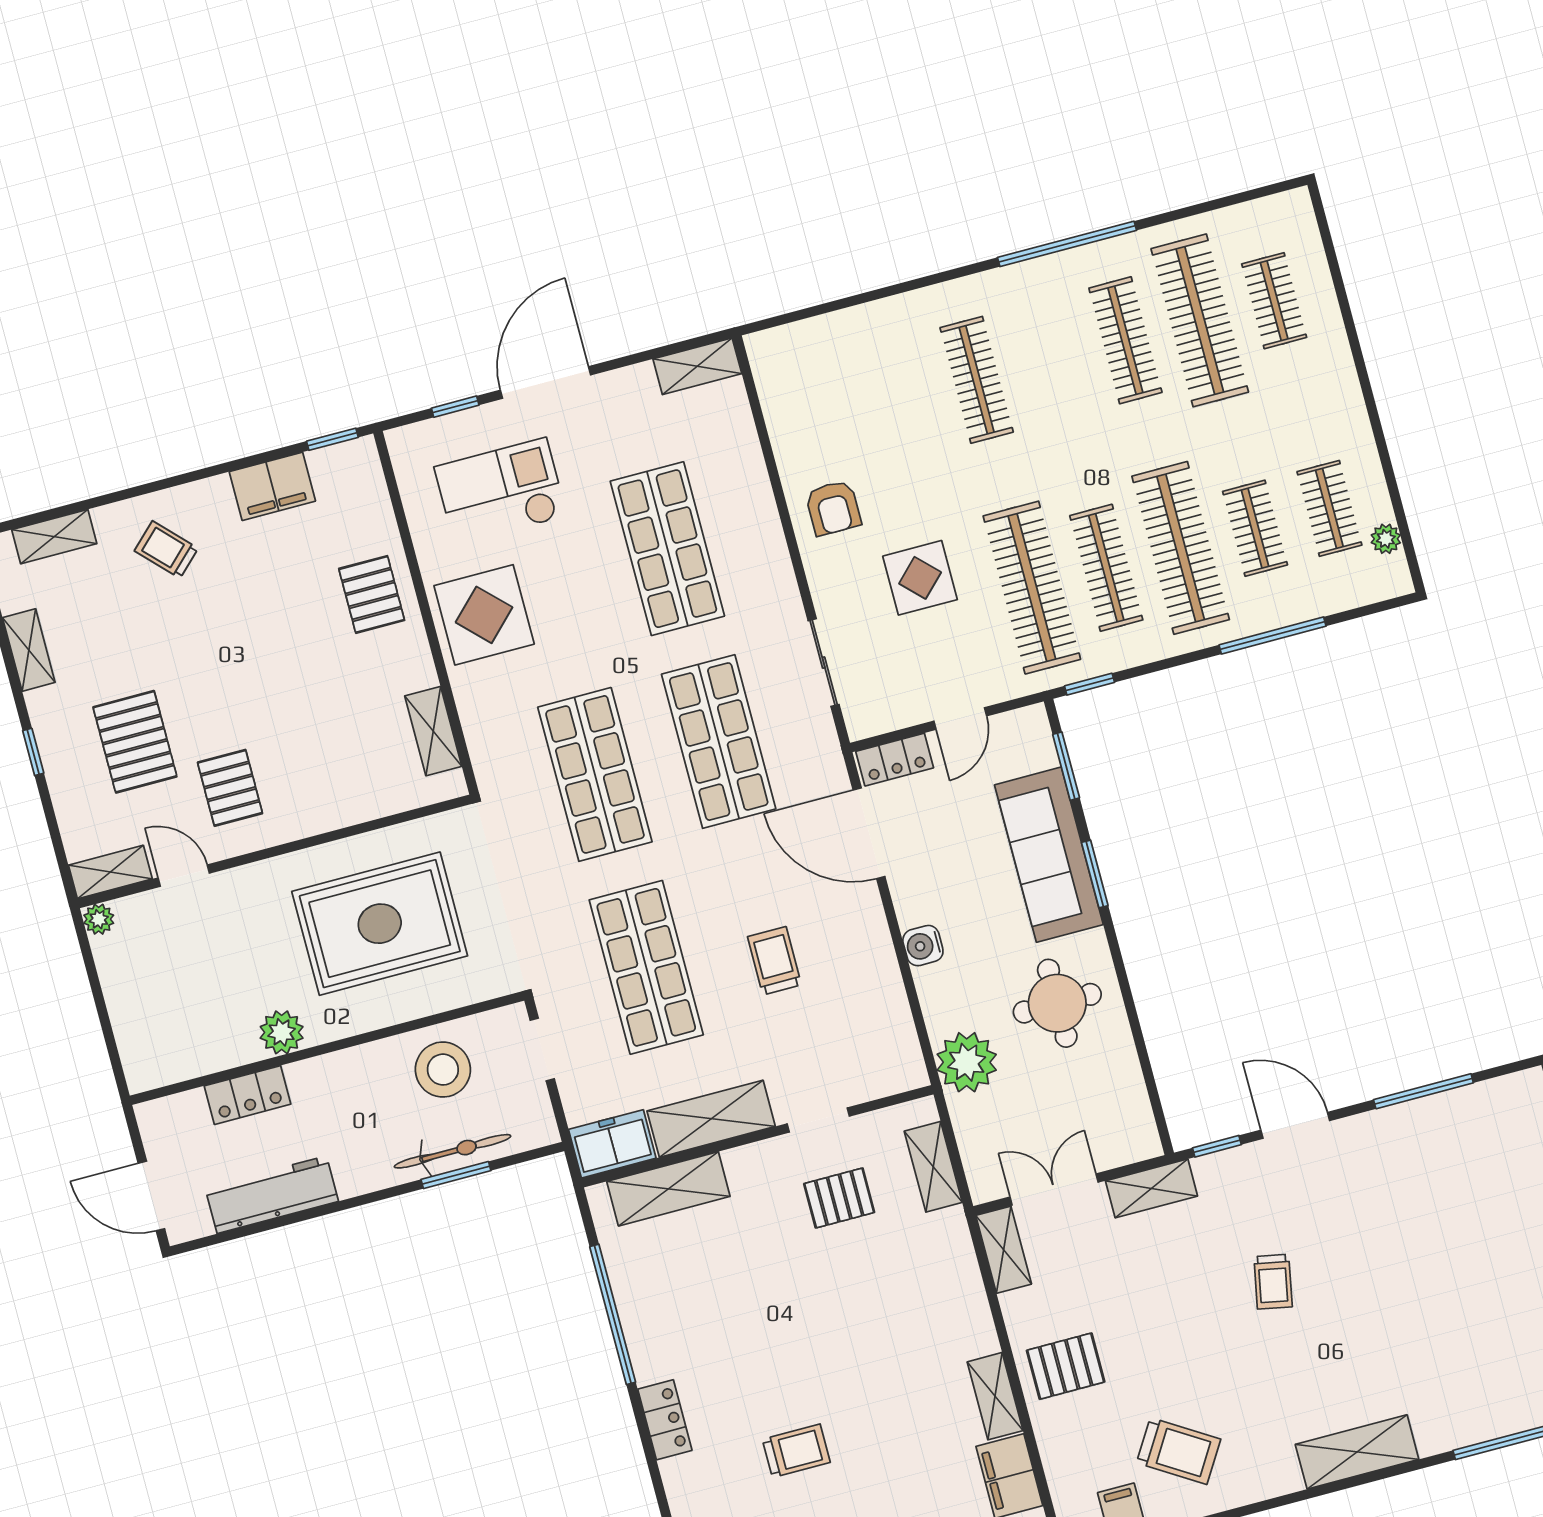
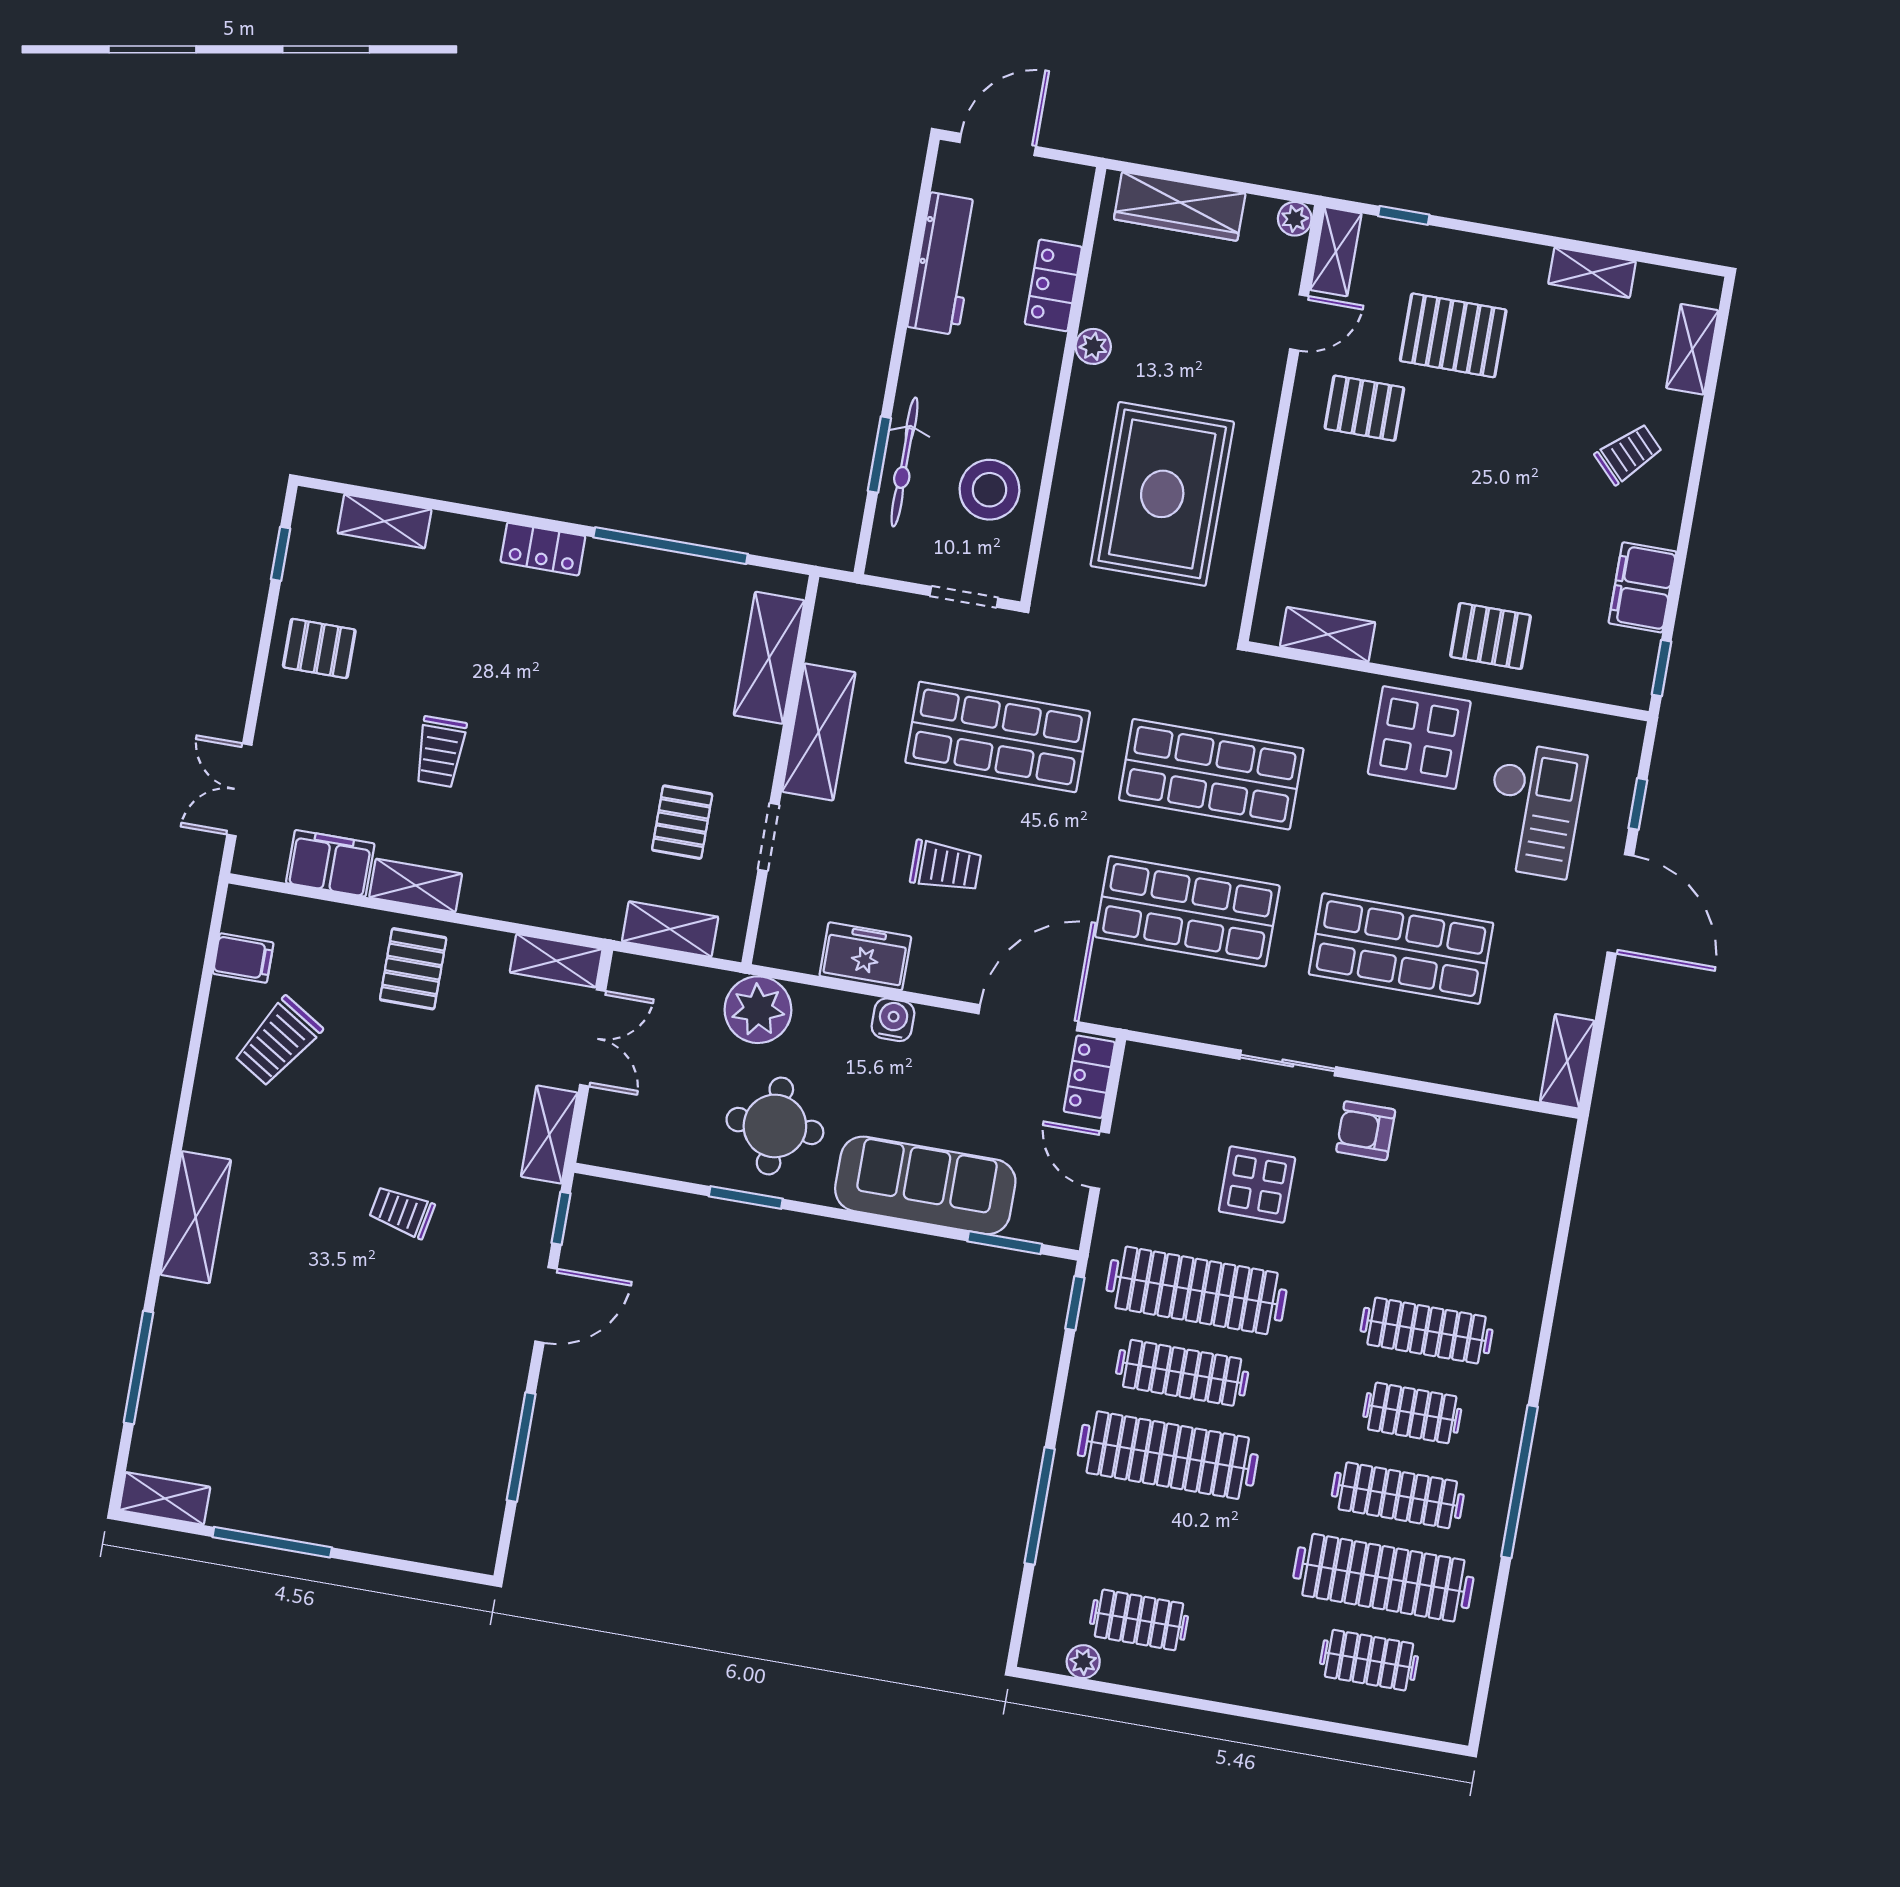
clothes rail: (1255, 528) -> (1412, 1413), moved
sliding door: (824, 663) -> (1288, 1063), moved
window: (33, 752) -> (1404, 215), moved
window: (1095, 874) -> (746, 1198), moved
wardrobe: (133, 1020) -> (1180, 206), added
plant: (282, 1032) -> (1093, 346), width x0.73, depth x0.73
freezer: (612, 1144) -> (865, 956), moved, turned -90
trolley: (796, 1451) -> (440, 752), moved

